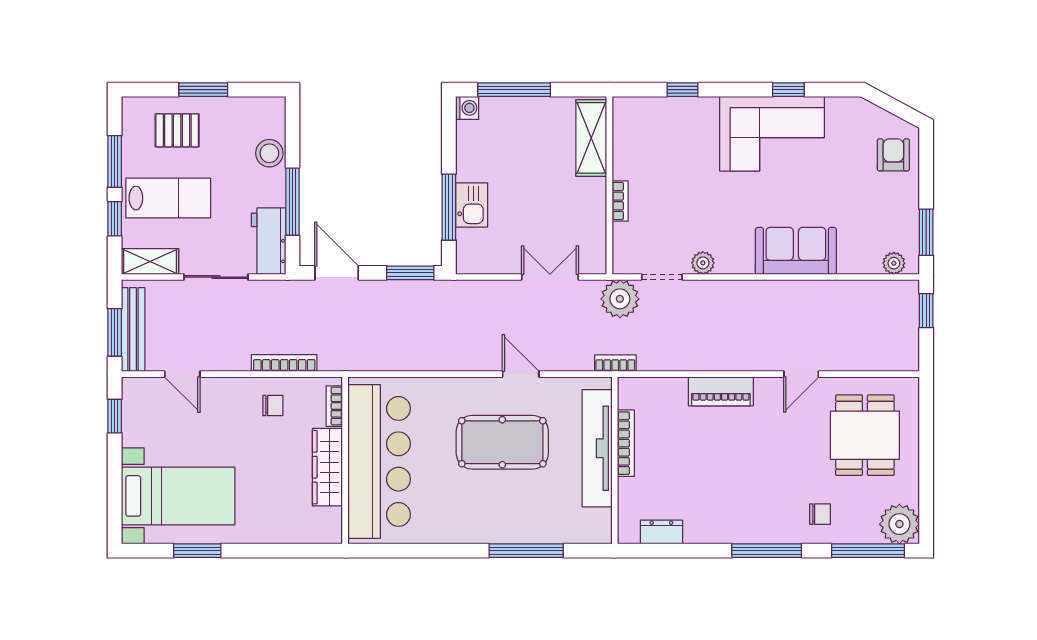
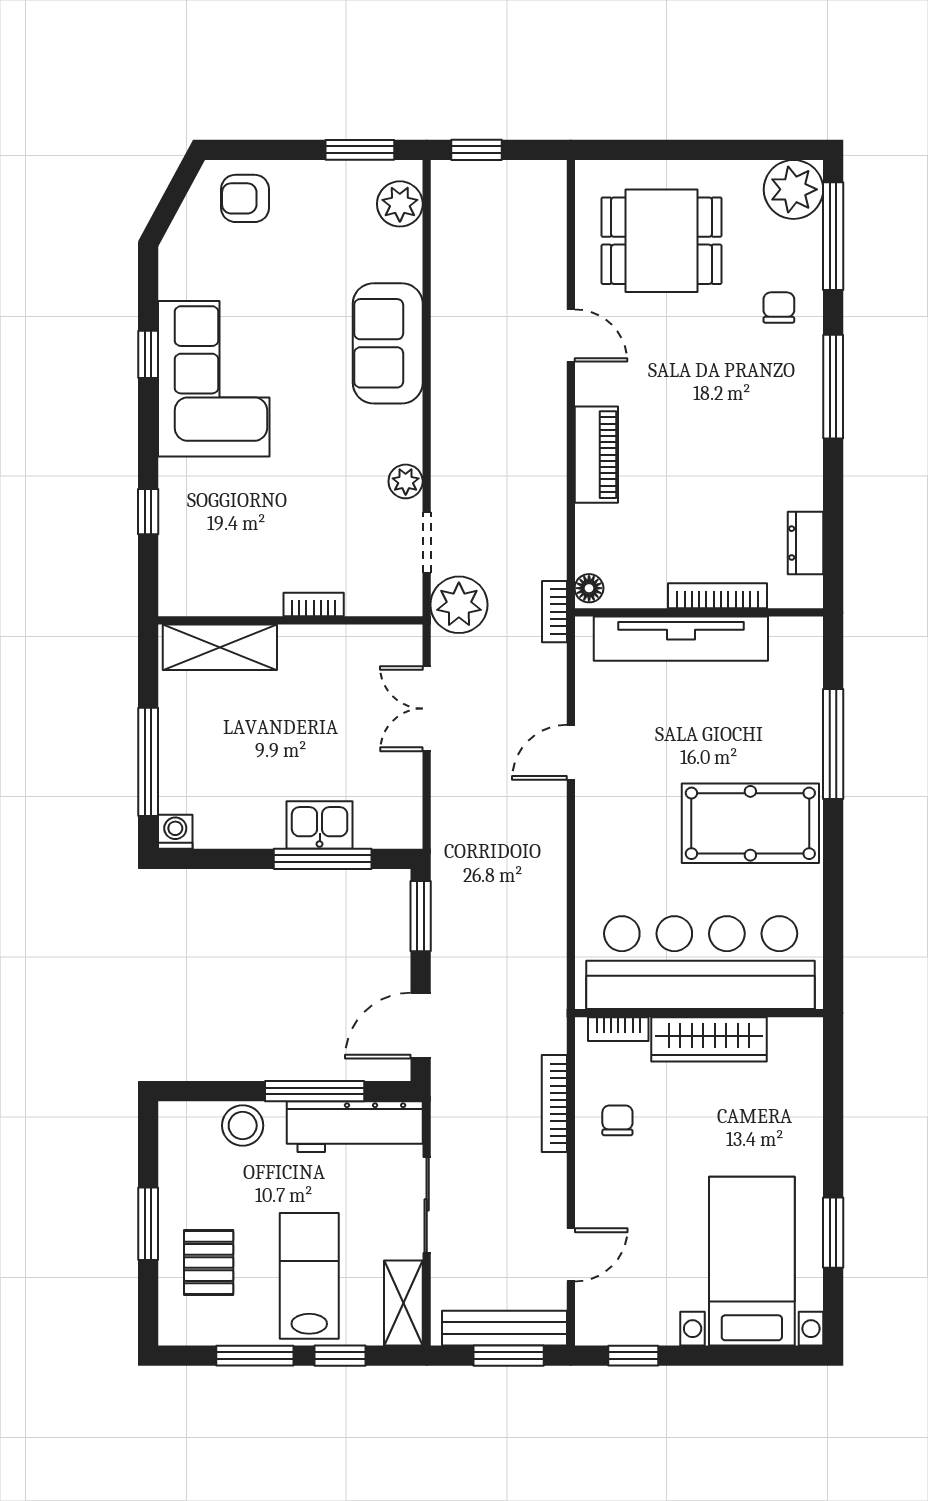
workbench: (269, 241) -> (355, 1127), width x1.38
plant: (894, 263) -> (400, 204), width x1.38, depth x1.38
floor lamp: (631, 386) -> (589, 588), added
pool table: (502, 442) -> (750, 823), moved, turned 90
bookcase: (626, 443) -> (717, 596), moved

